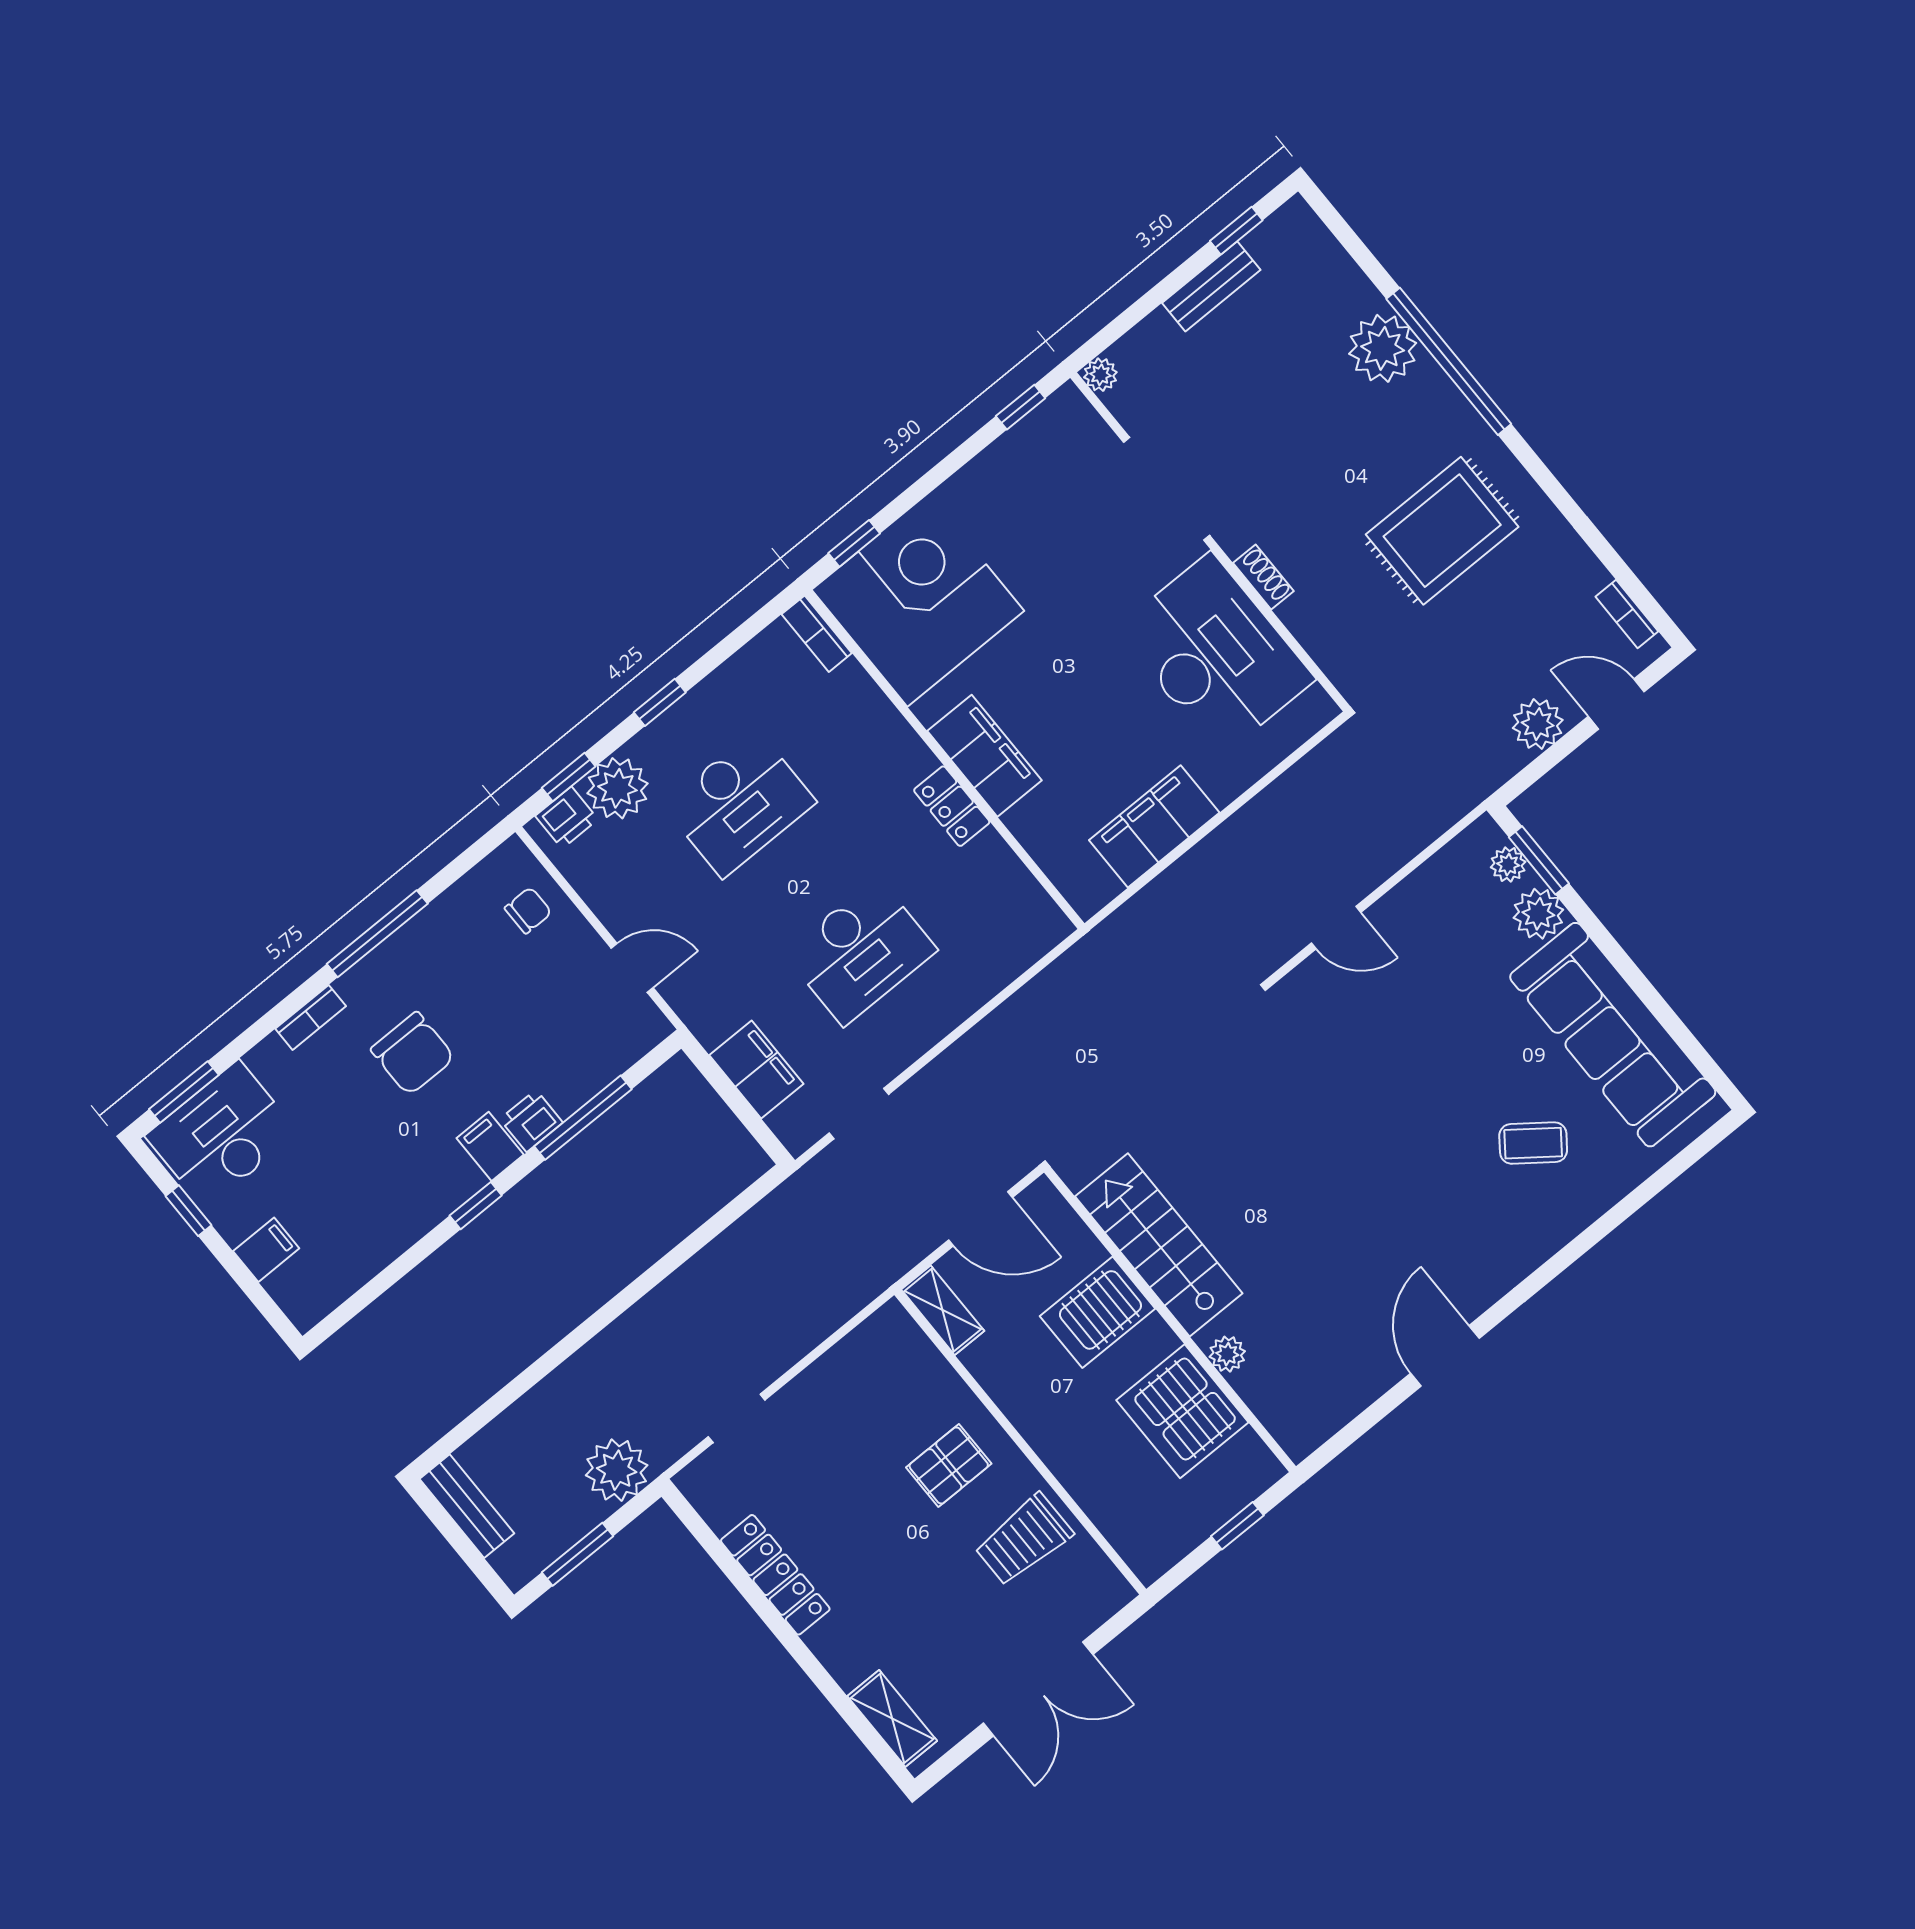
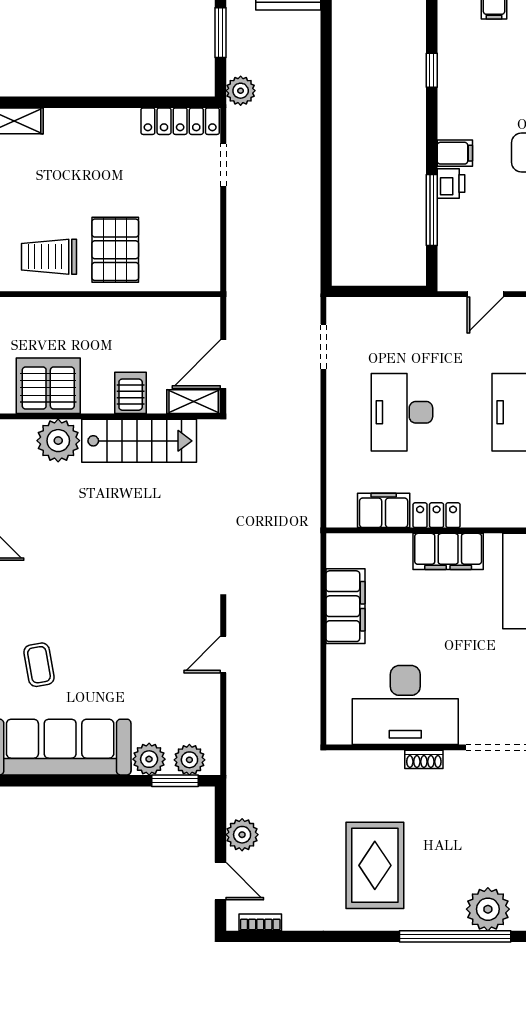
door: (1616, 704) -> (220, 881), hinge flipped
plant: (1508, 864) -> (189, 760), width x1.38, depth x1.38
filing cabinet: (756, 1069) -> (384, 510), moved, turned 180
coffee table: (1533, 1143) -> (39, 665), turned -47
window: (476, 1206) -> (432, 70), moved
shelving: (943, 1310) -> (194, 402), moved
server rack: (1098, 1312) -> (131, 393), width x0.73, depth x0.70
plant: (1227, 1354) -> (58, 441), width x1.87, depth x1.87
pallet: (949, 1465) -> (115, 250), width x1.50, depth x1.42
plant: (617, 1470) -> (241, 91), width x0.73, depth x0.73
trolley: (1024, 1540) -> (49, 257), turned -90
locker: (775, 1575) -> (180, 121), moved

